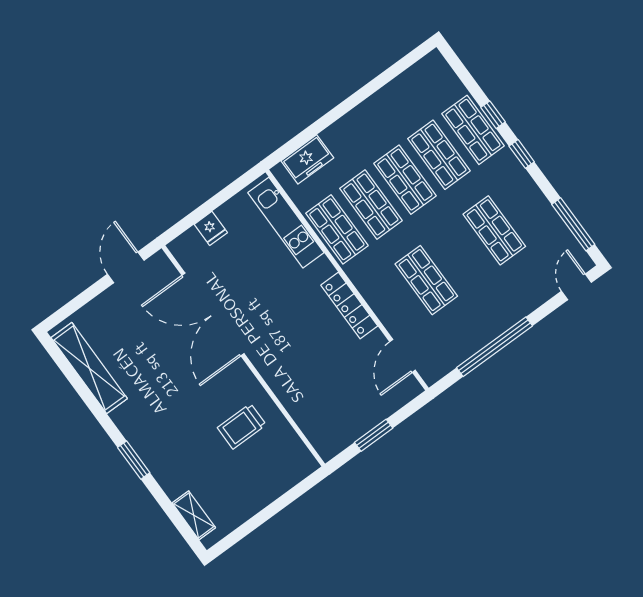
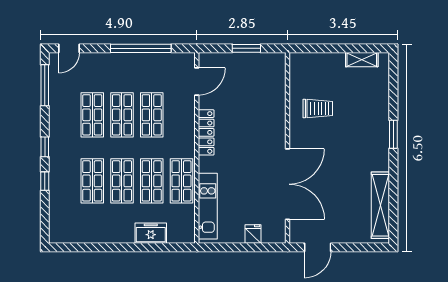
shop shelf: (473, 130) -> (122, 115), moved
freezer: (307, 159) -> (151, 233), moved
shelving: (194, 515) -> (362, 60), moved, turned 90

